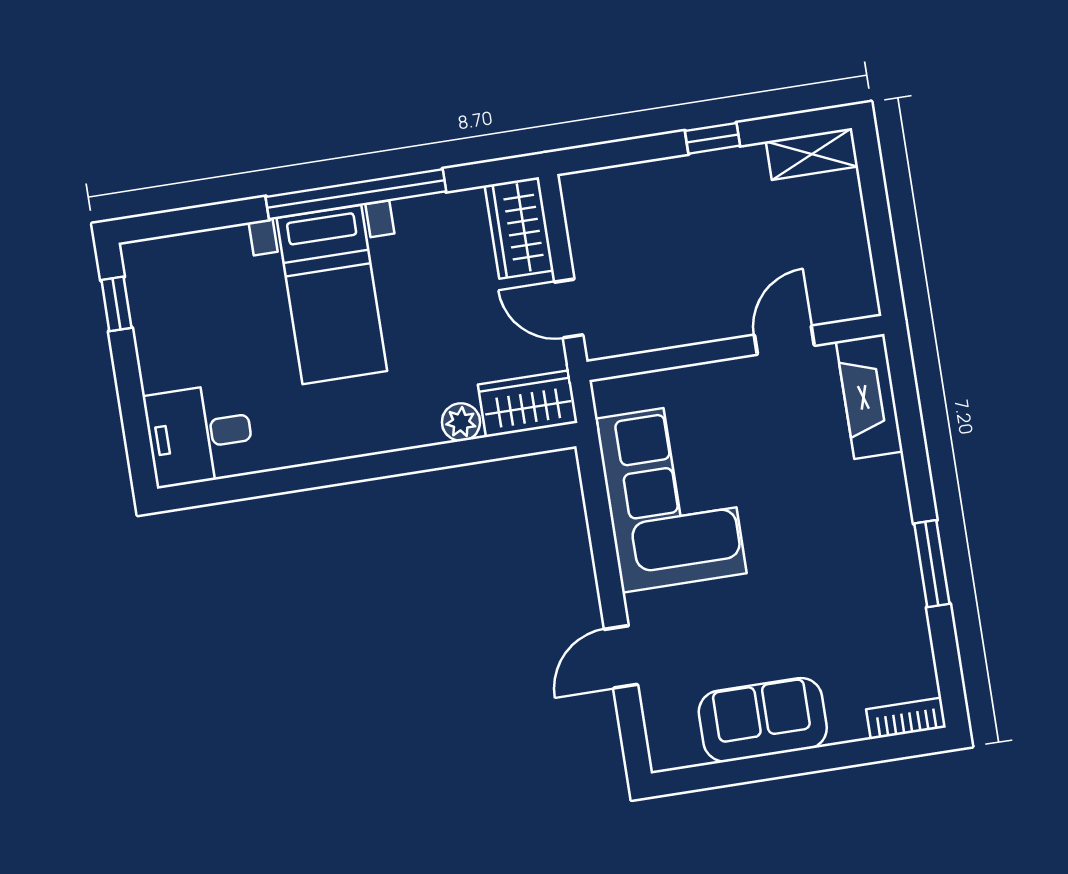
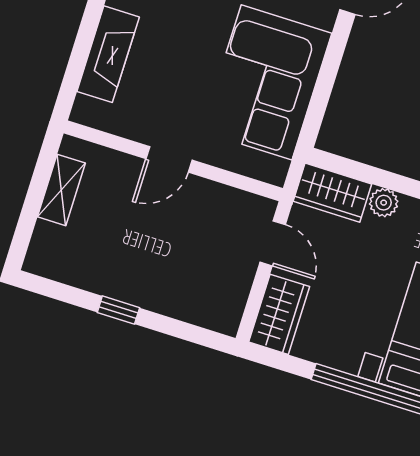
shelving: (812, 154) -> (61, 190), moved, turned 90
door: (784, 340) -> (169, 159), moved
fireplace: (869, 396) -> (108, 54), moved

